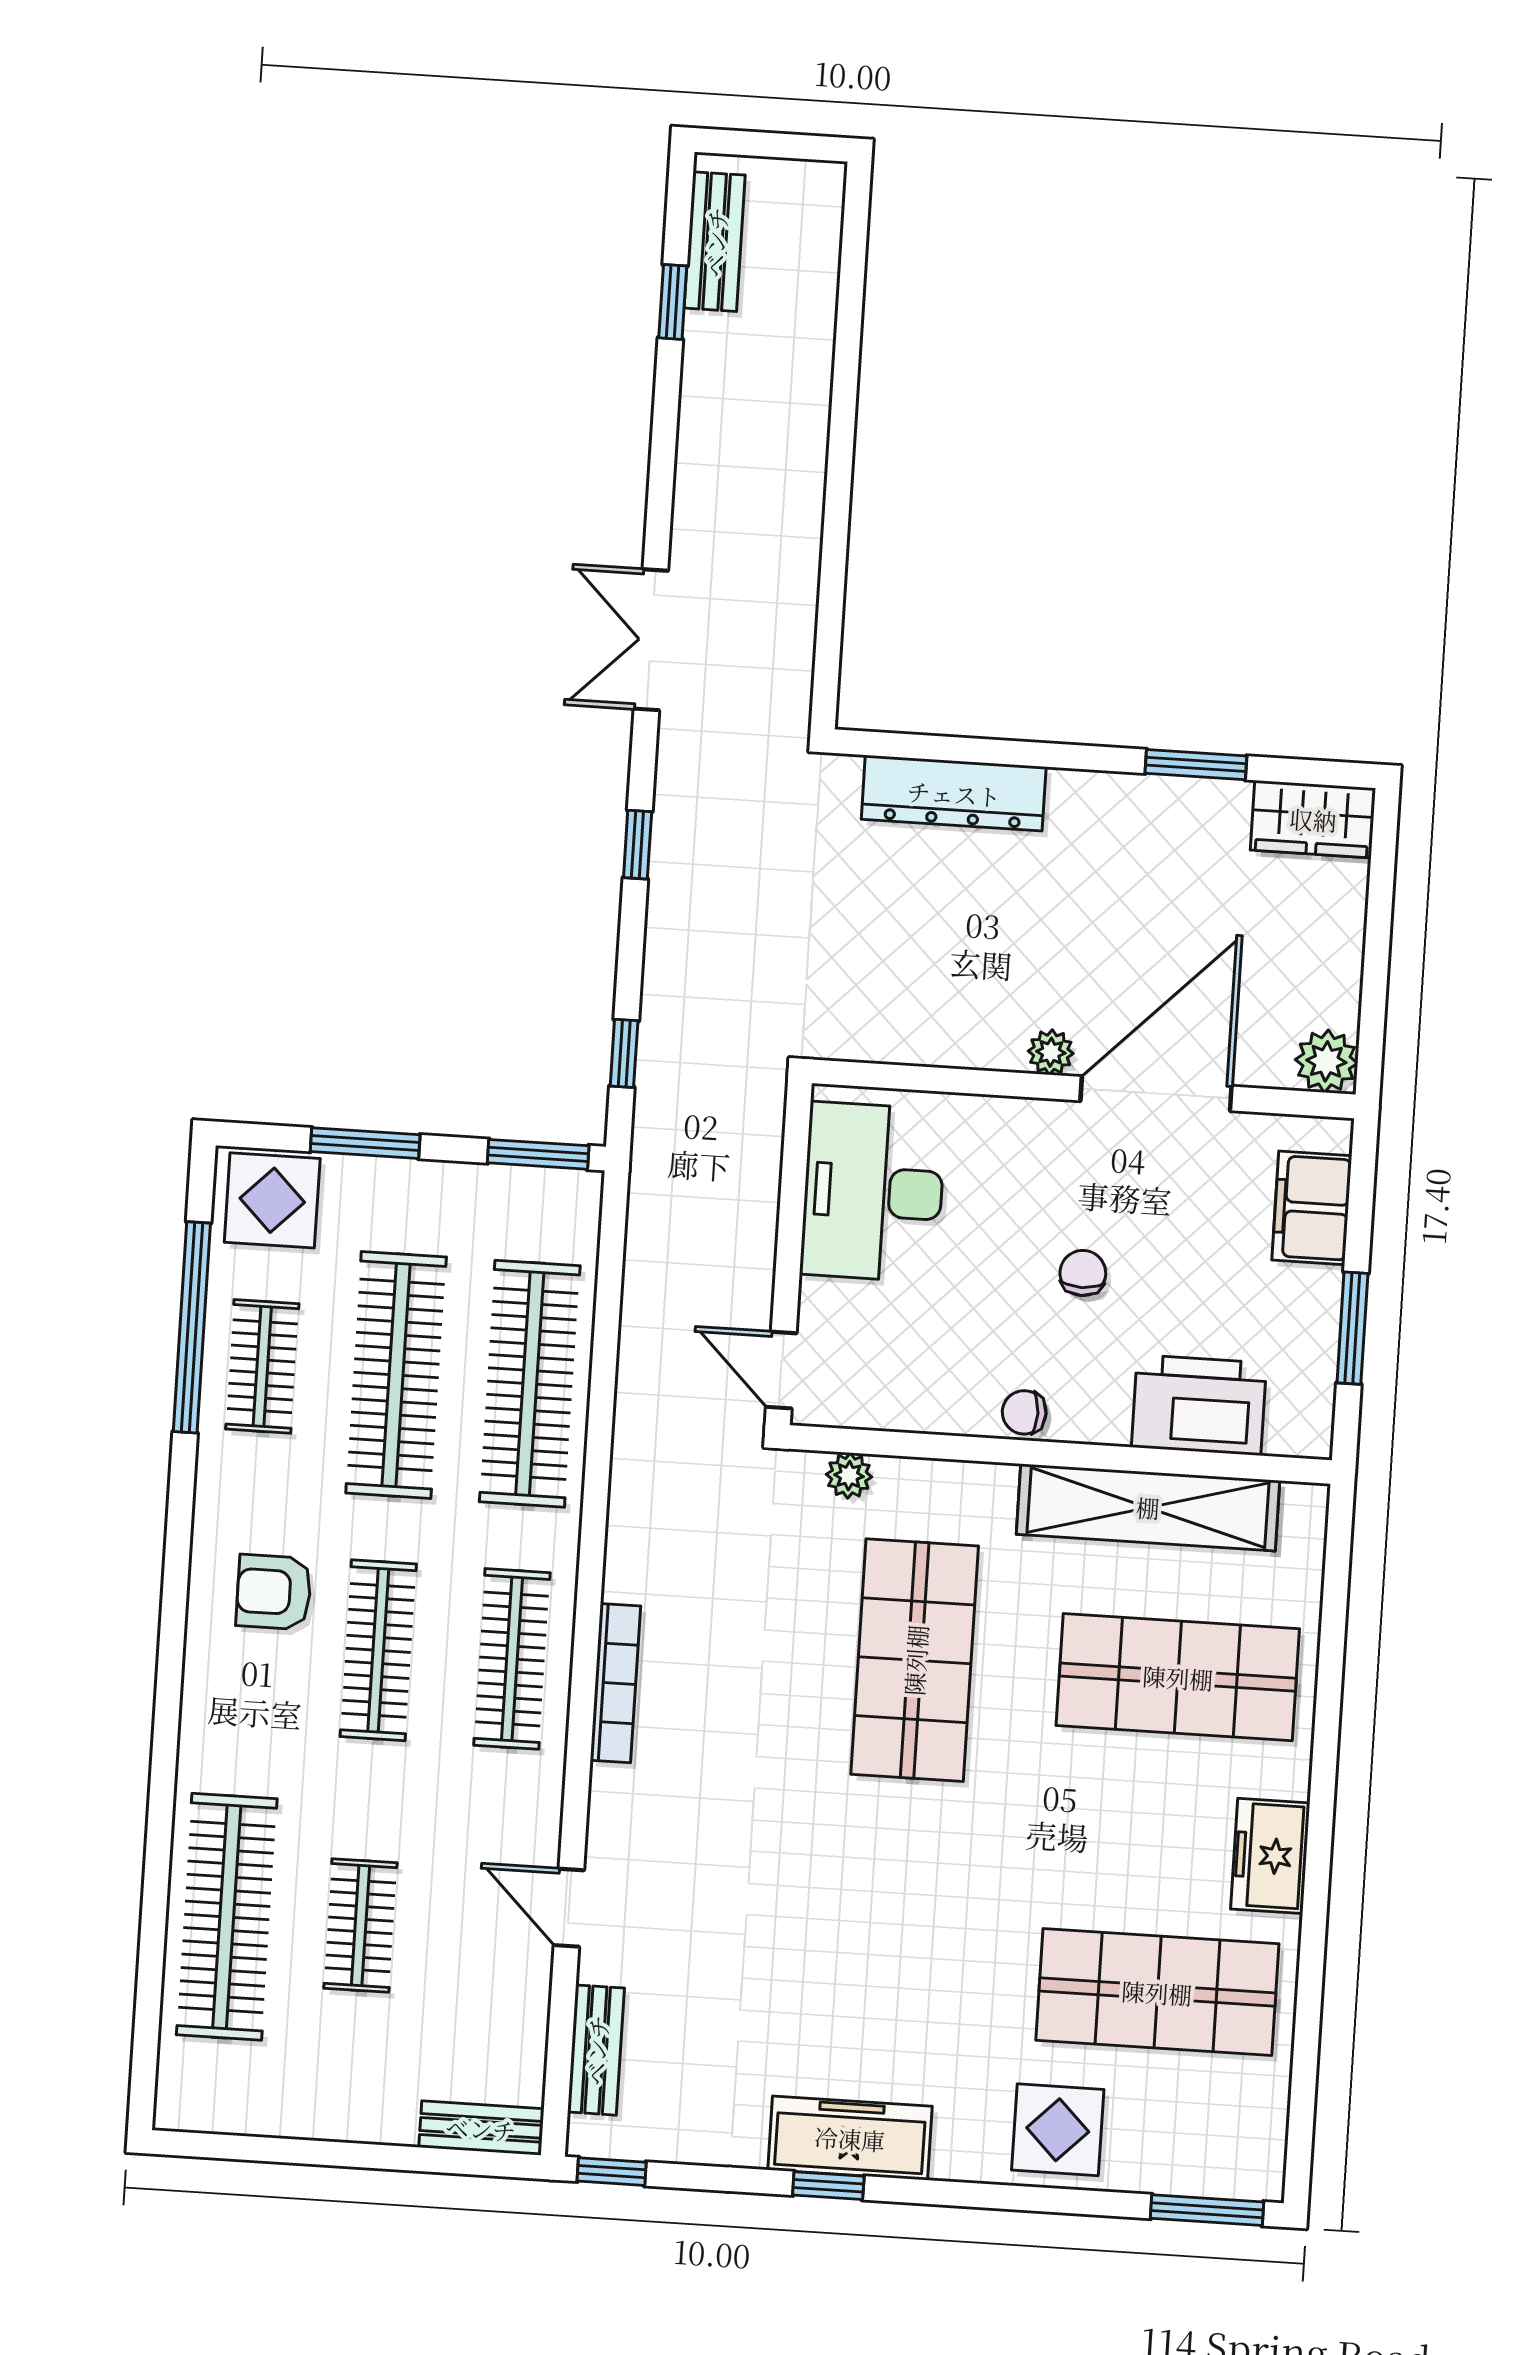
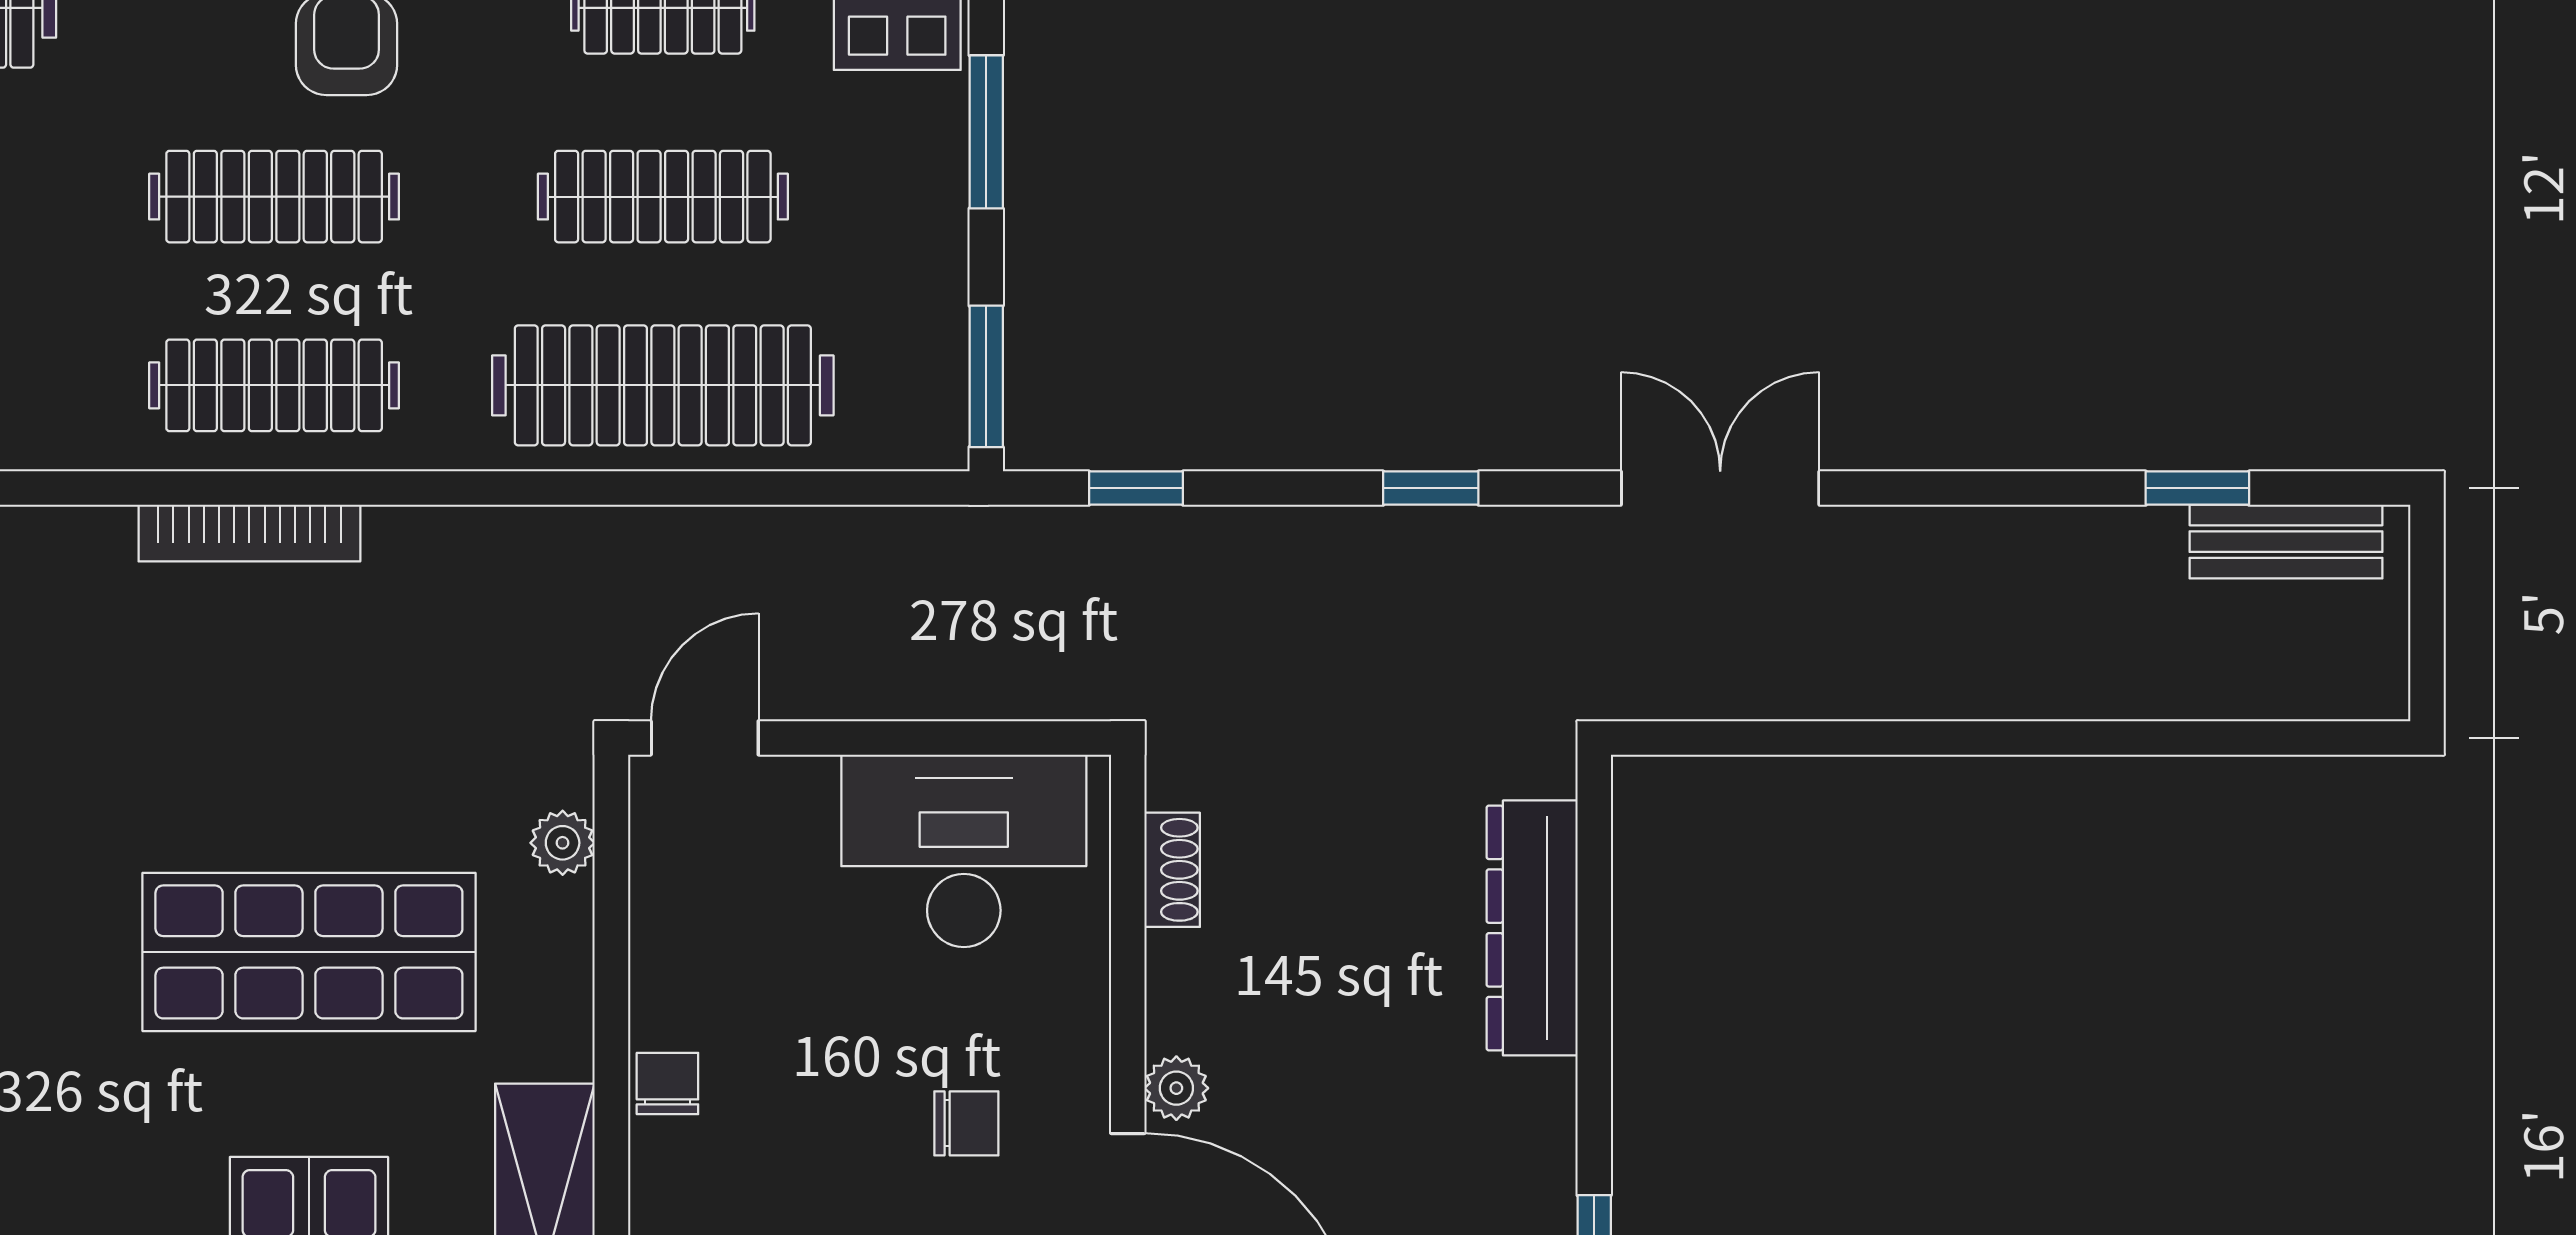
shoe rack: (896, 1045) -> (1172, 870), added
chair: (1083, 1273) -> (966, 1123), moved
clothes rail: (396, 1375) -> (663, 197), width x0.73, depth x0.76

